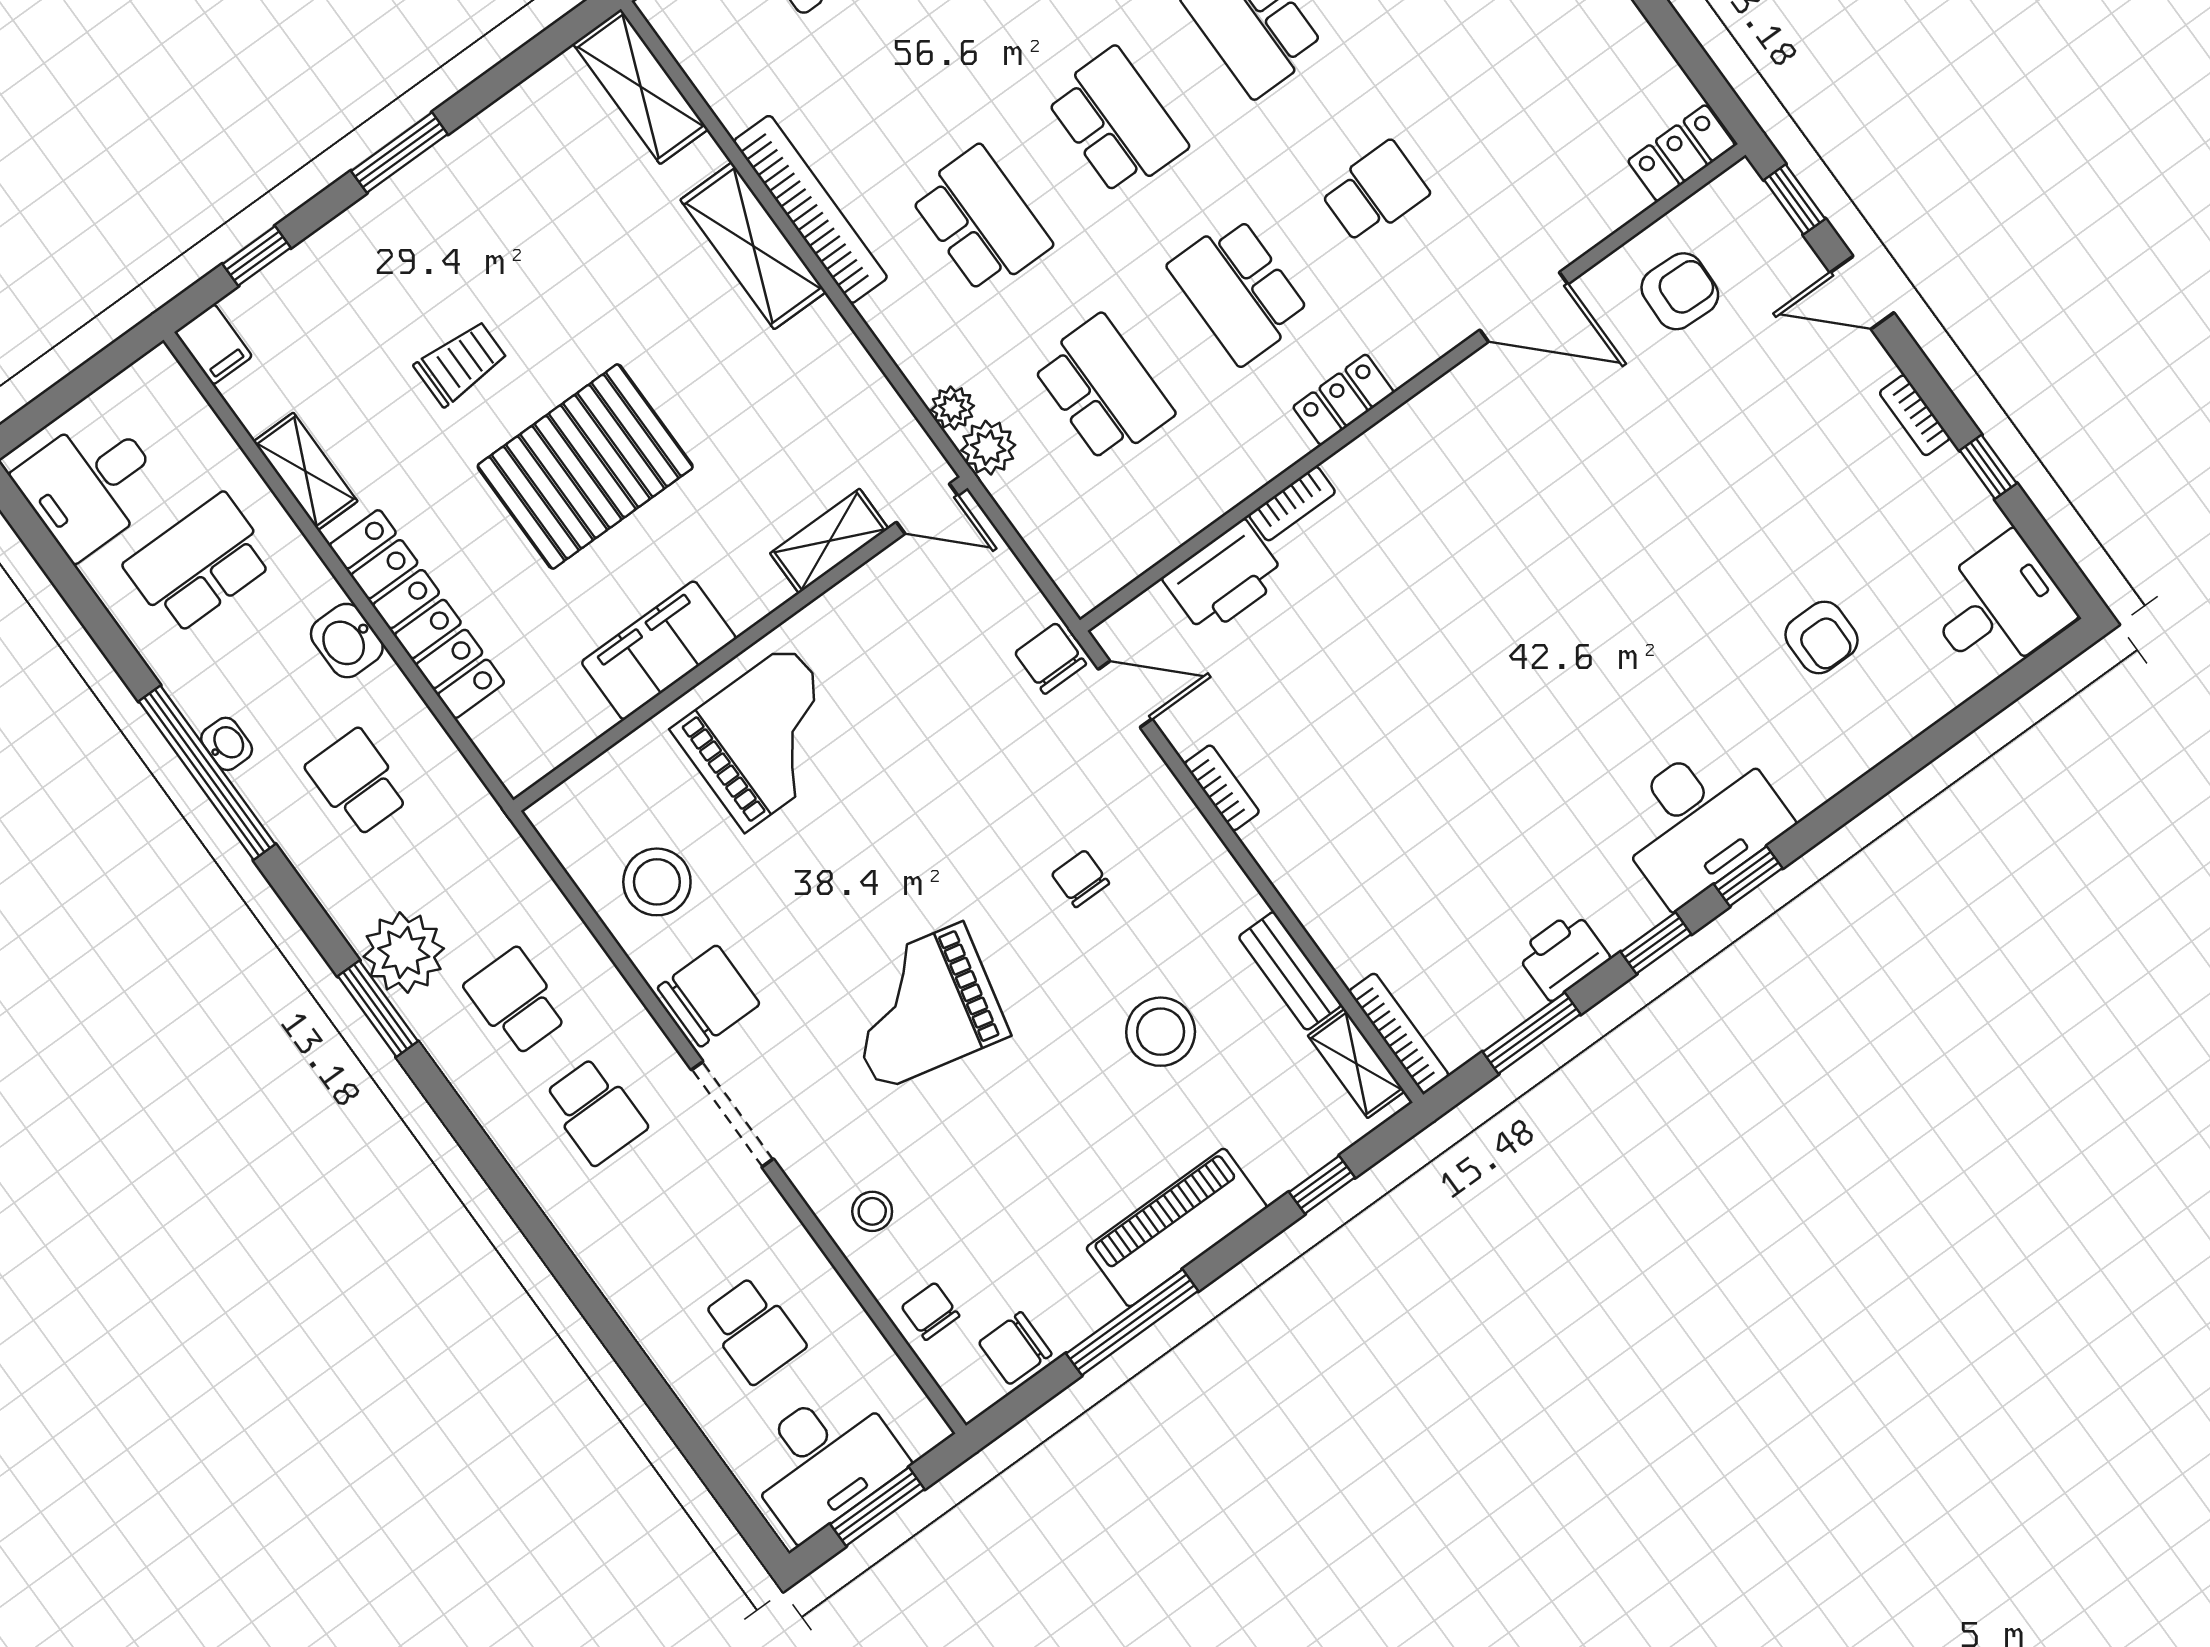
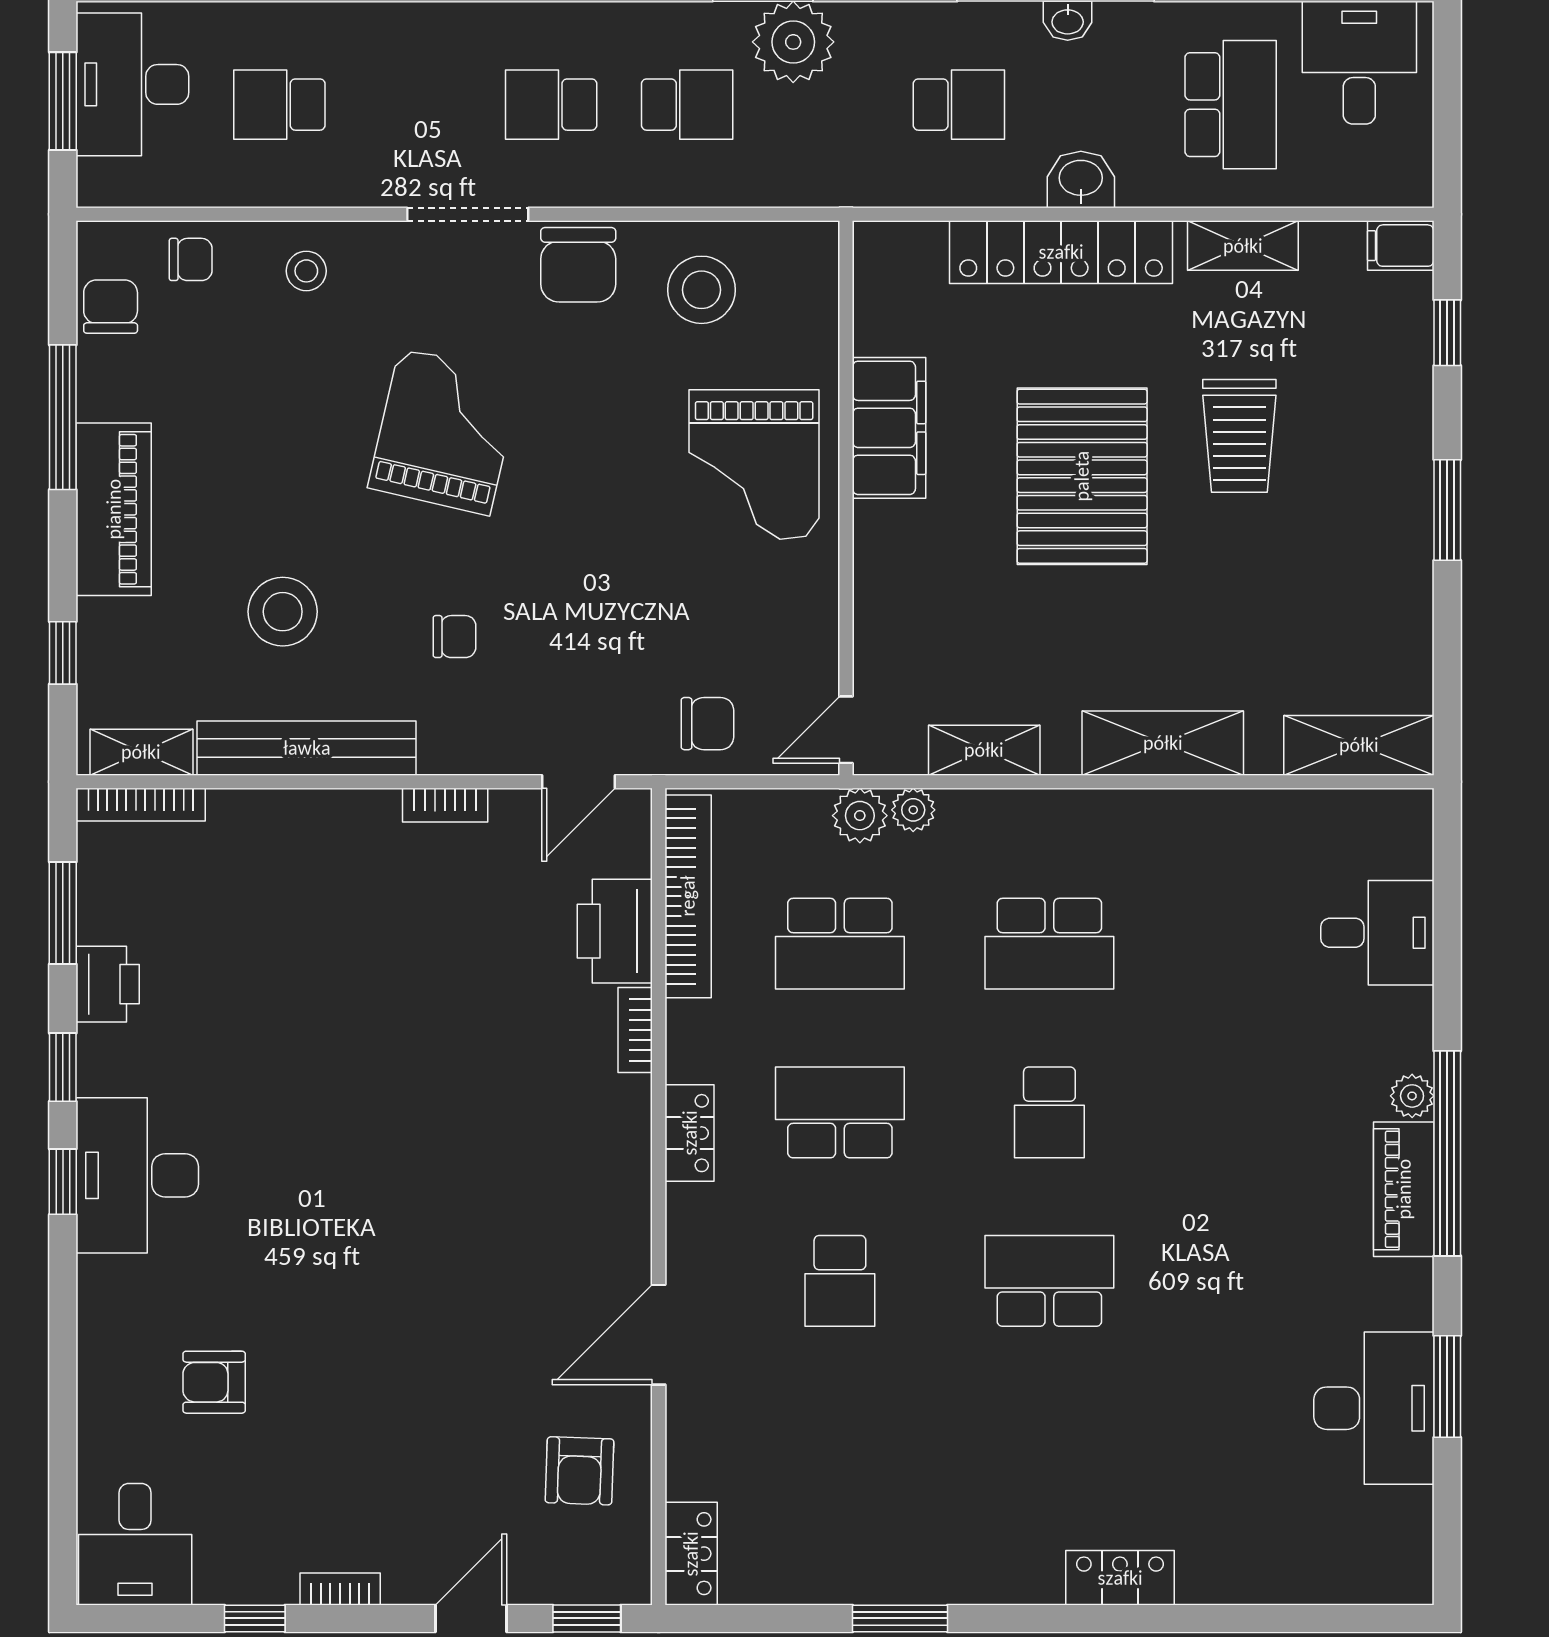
school desk: (1117, 122) -> (1049, 1112), width x0.54
bookcase: (810, 209) -> (688, 896), moved, turned -90
trolley: (461, 363) -> (1239, 436), width x1.36, depth x1.39
shelving: (829, 541) -> (984, 750), moved, turned 90
chair: (1050, 658) -> (707, 724), moved
bench: (1290, 971) -> (307, 748), width x1.86, depth x1.21

